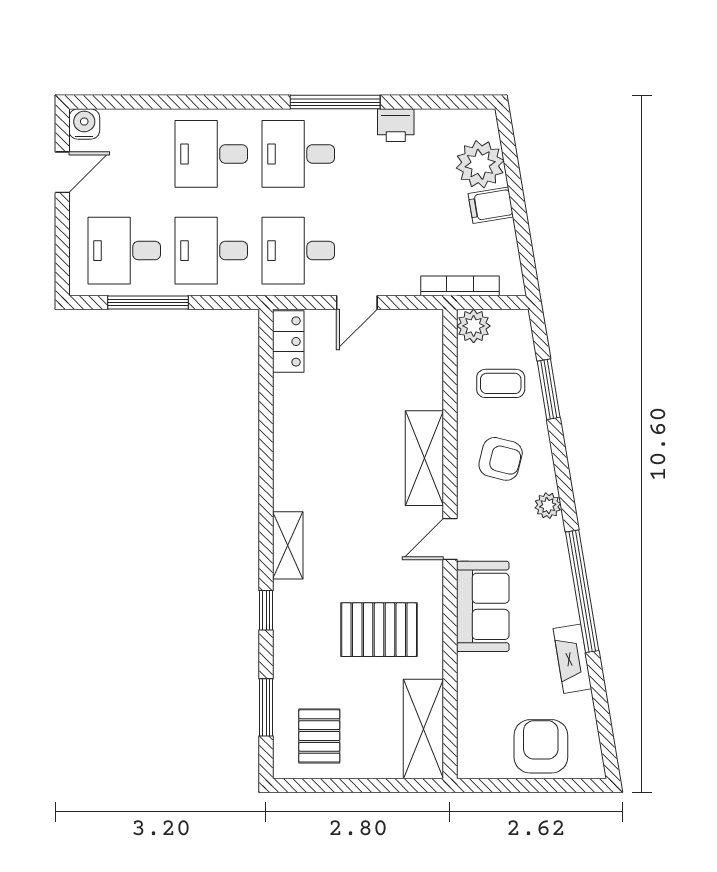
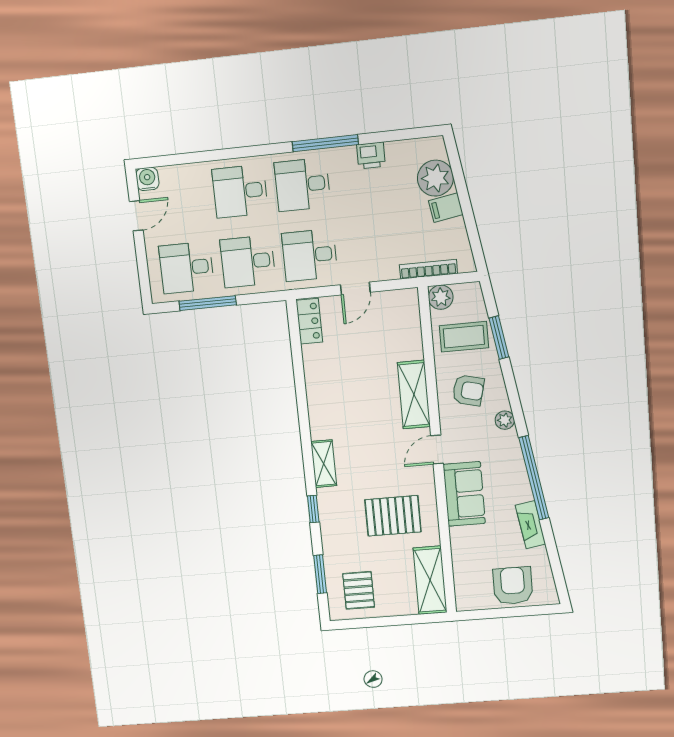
coffee table: (501, 383) -> (464, 337), width x1.36, depth x1.30

